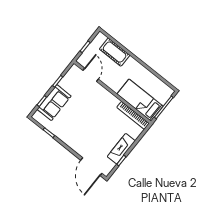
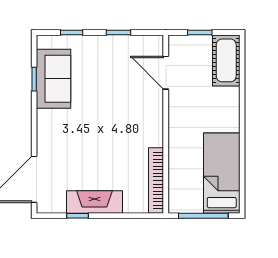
cot: (115, 52) -> (226, 60), moved
door: (91, 75) -> (166, 73), swing flipped
bed: (140, 100) -> (222, 173), moved
sofa: (54, 103) -> (53, 79), moved, turned -90

